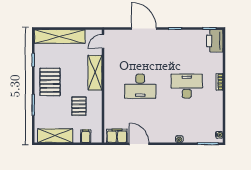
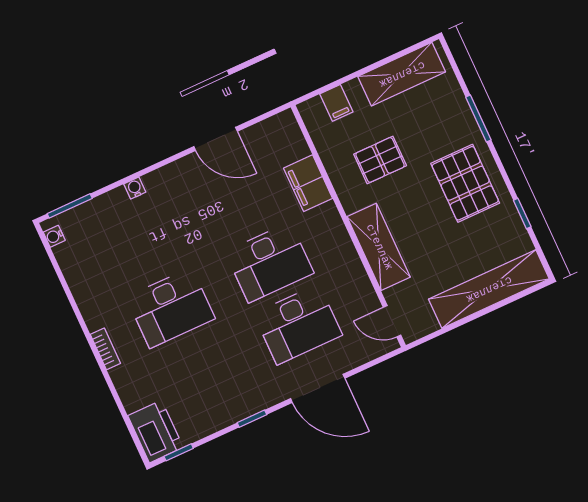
door: (103, 41) -> (392, 321), swing flipped
desk: (140, 57) -> (298, 324), added
desk: (140, 86) -> (269, 262), turned 180
pallet: (79, 106) -> (380, 160), turned 90
filing cabinet: (117, 136) -> (308, 183), moved, turned 90

